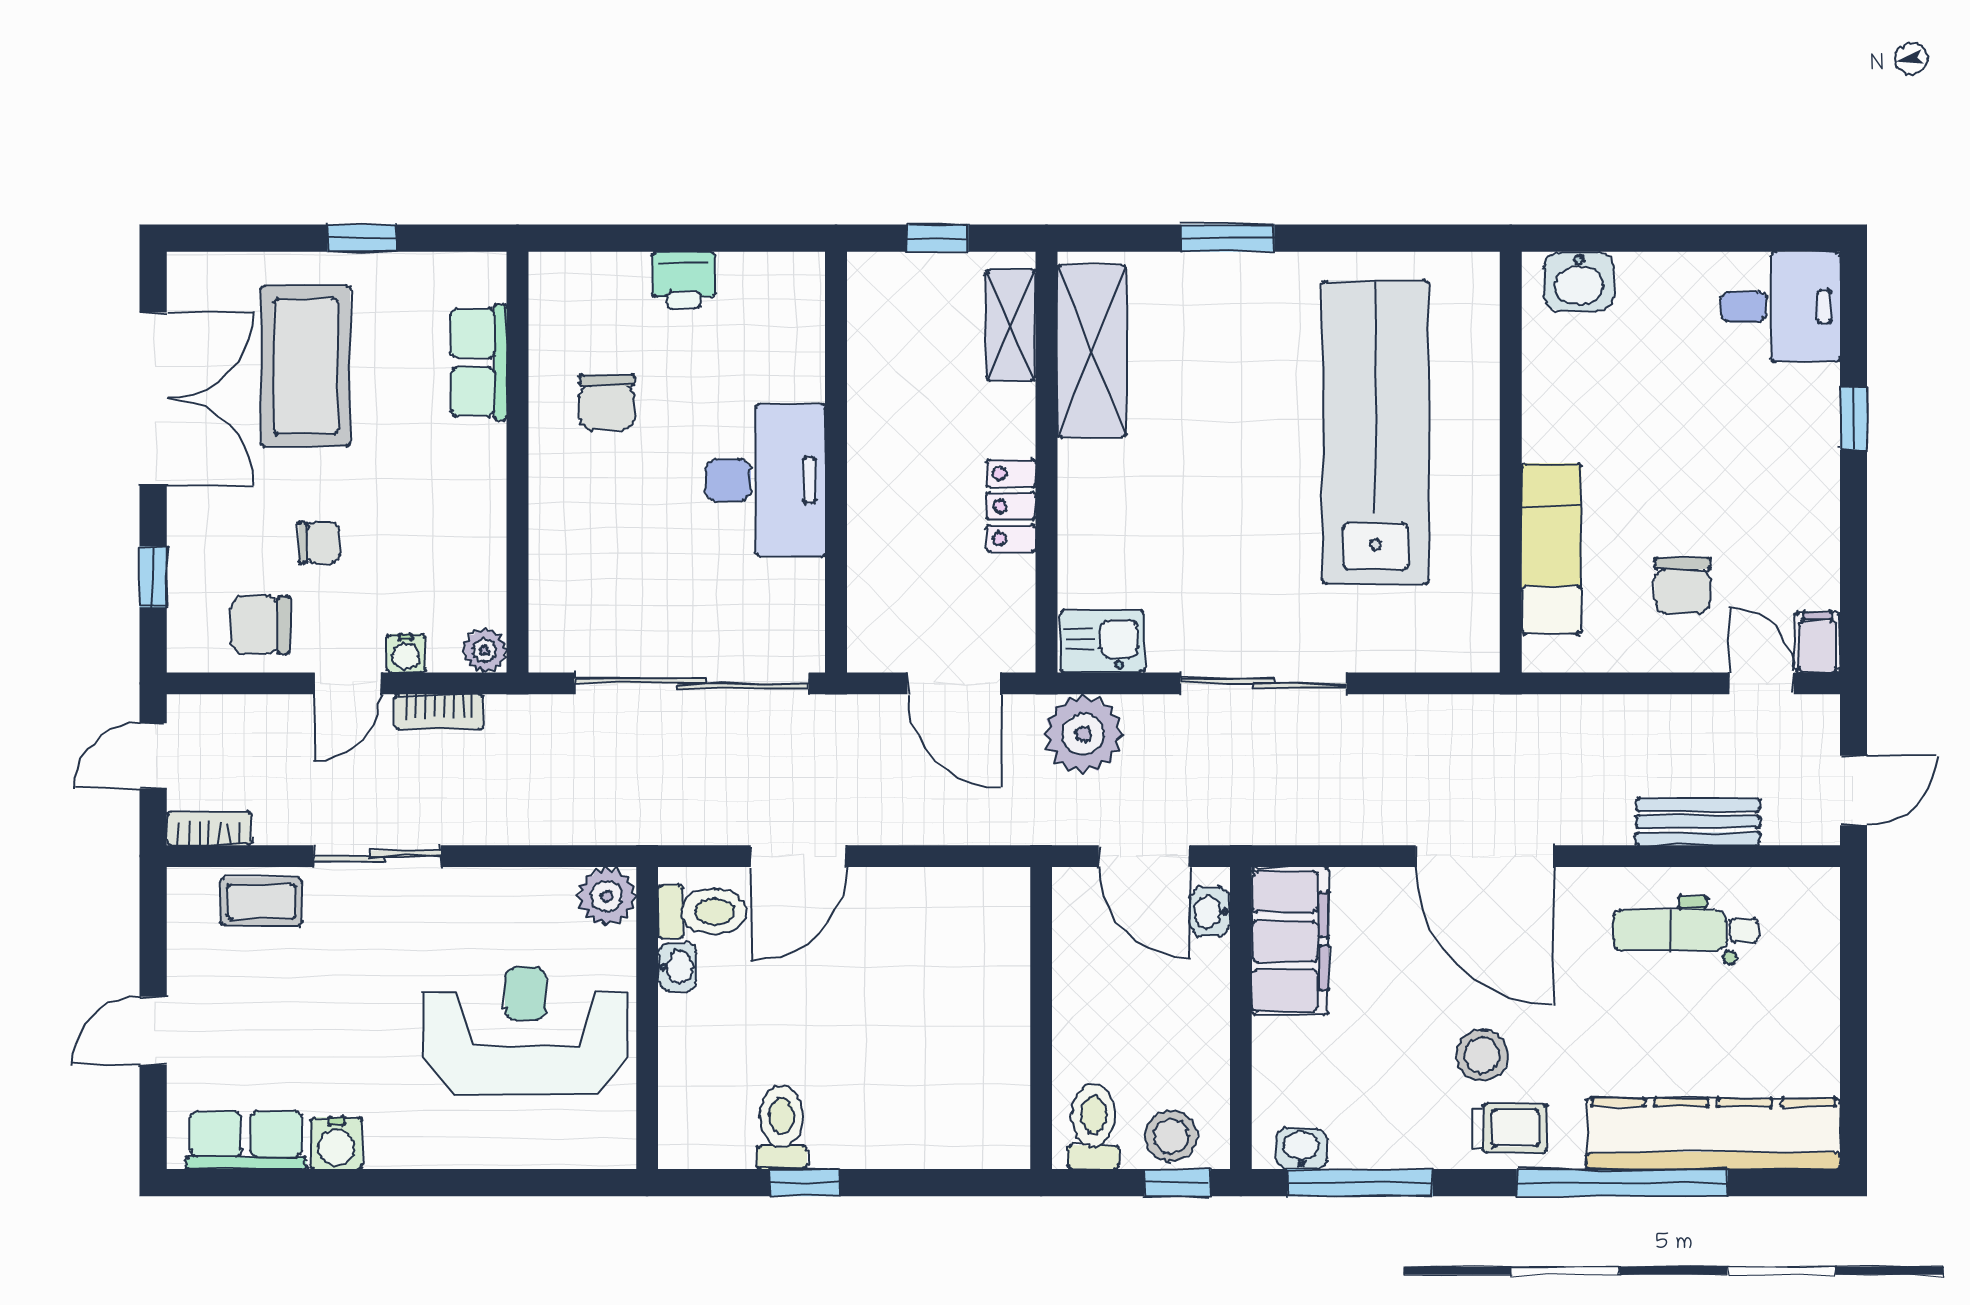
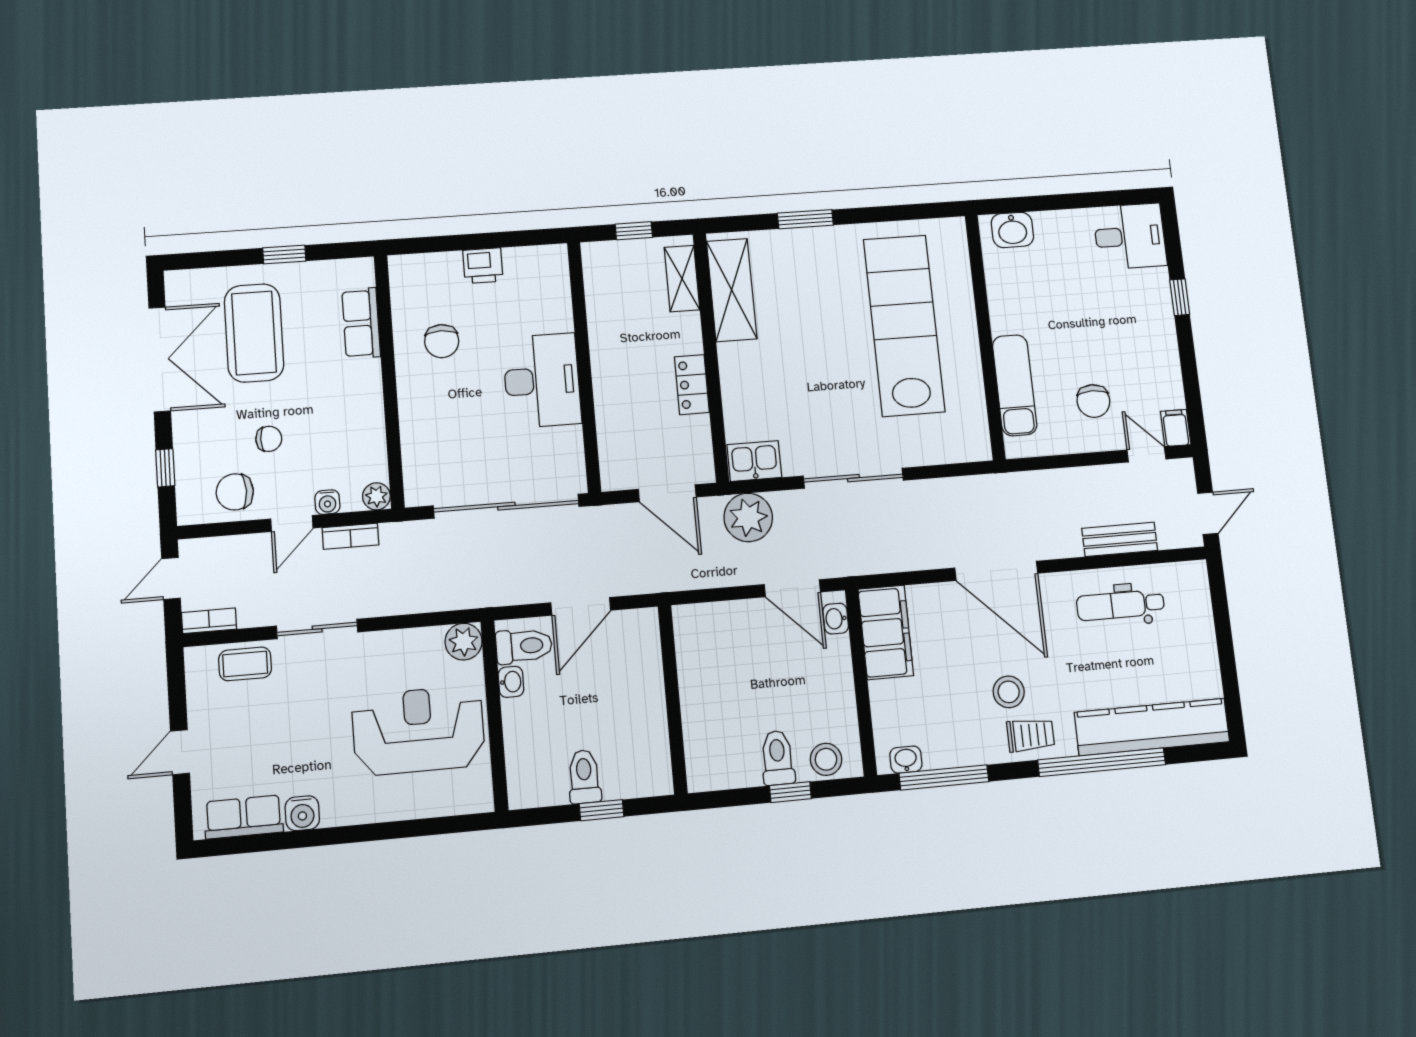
wall: (1041, 1018) -> (673, 699), moved
window: (1178, 1183) -> (790, 792), moved

